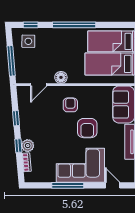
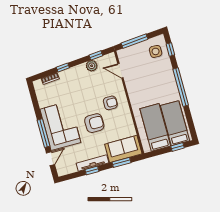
floor lamp: (61, 77) -> (132, 88), removed
window: (16, 118) -> (96, 55), moved
armchair: (87, 128) -> (94, 123), turned 180
plant: (28, 146) -> (92, 66), moved
window: (68, 185) -> (44, 133), moved

